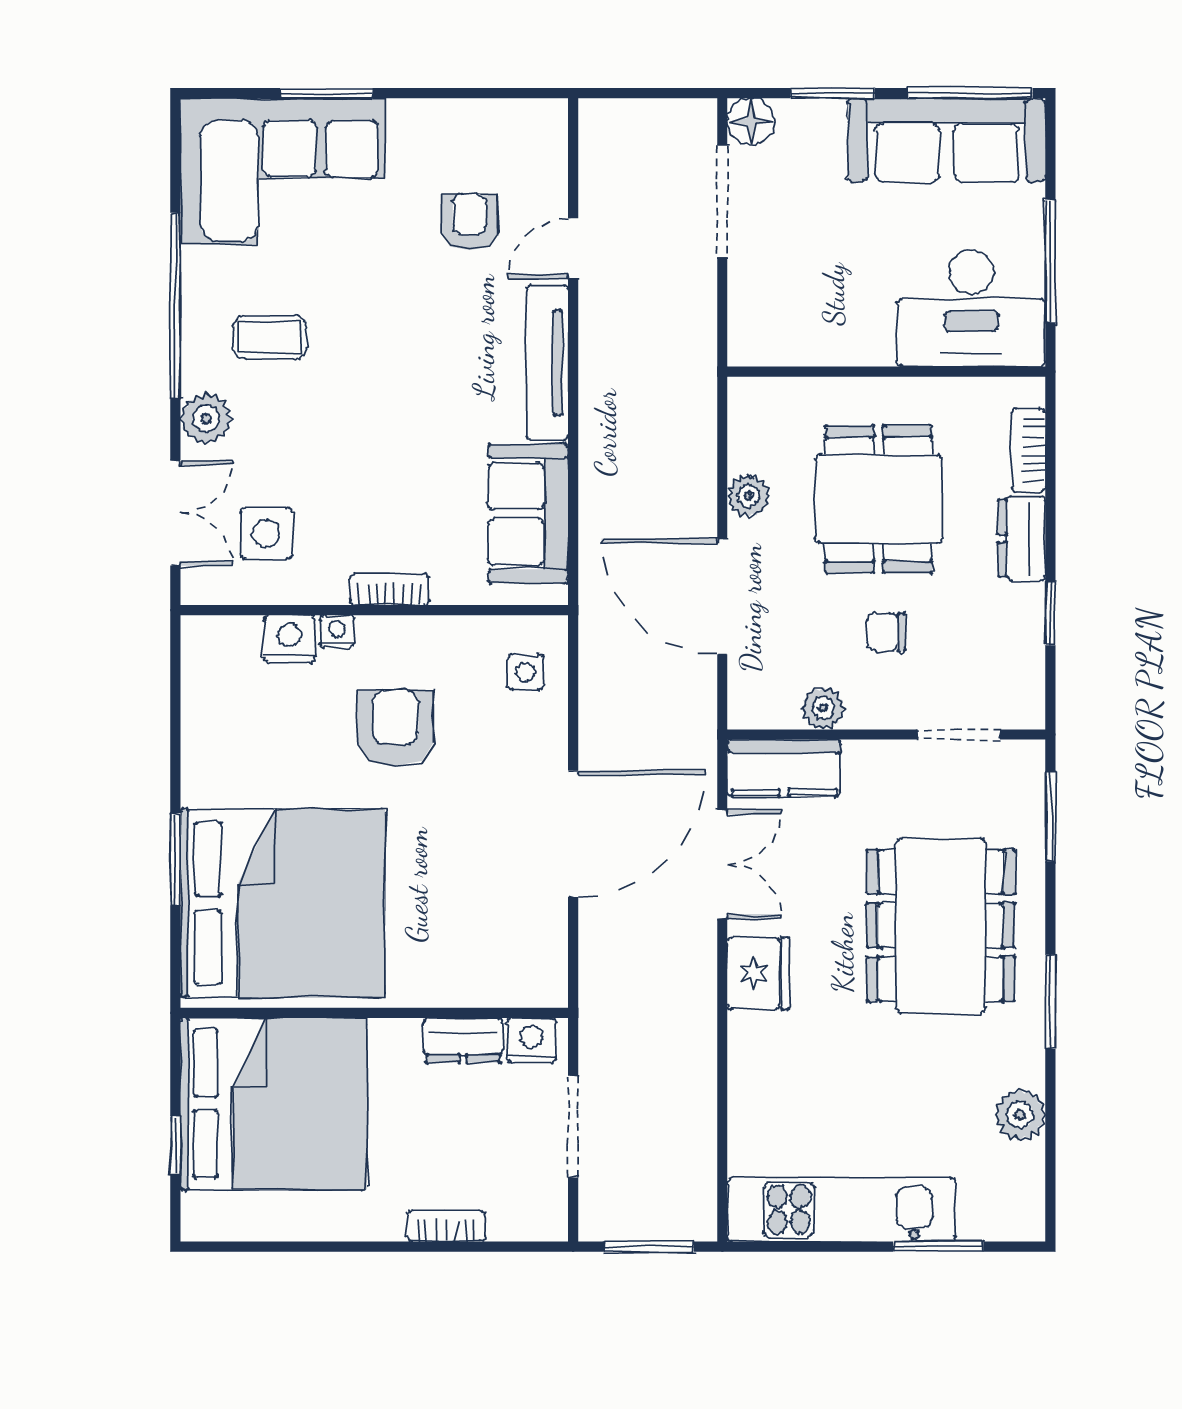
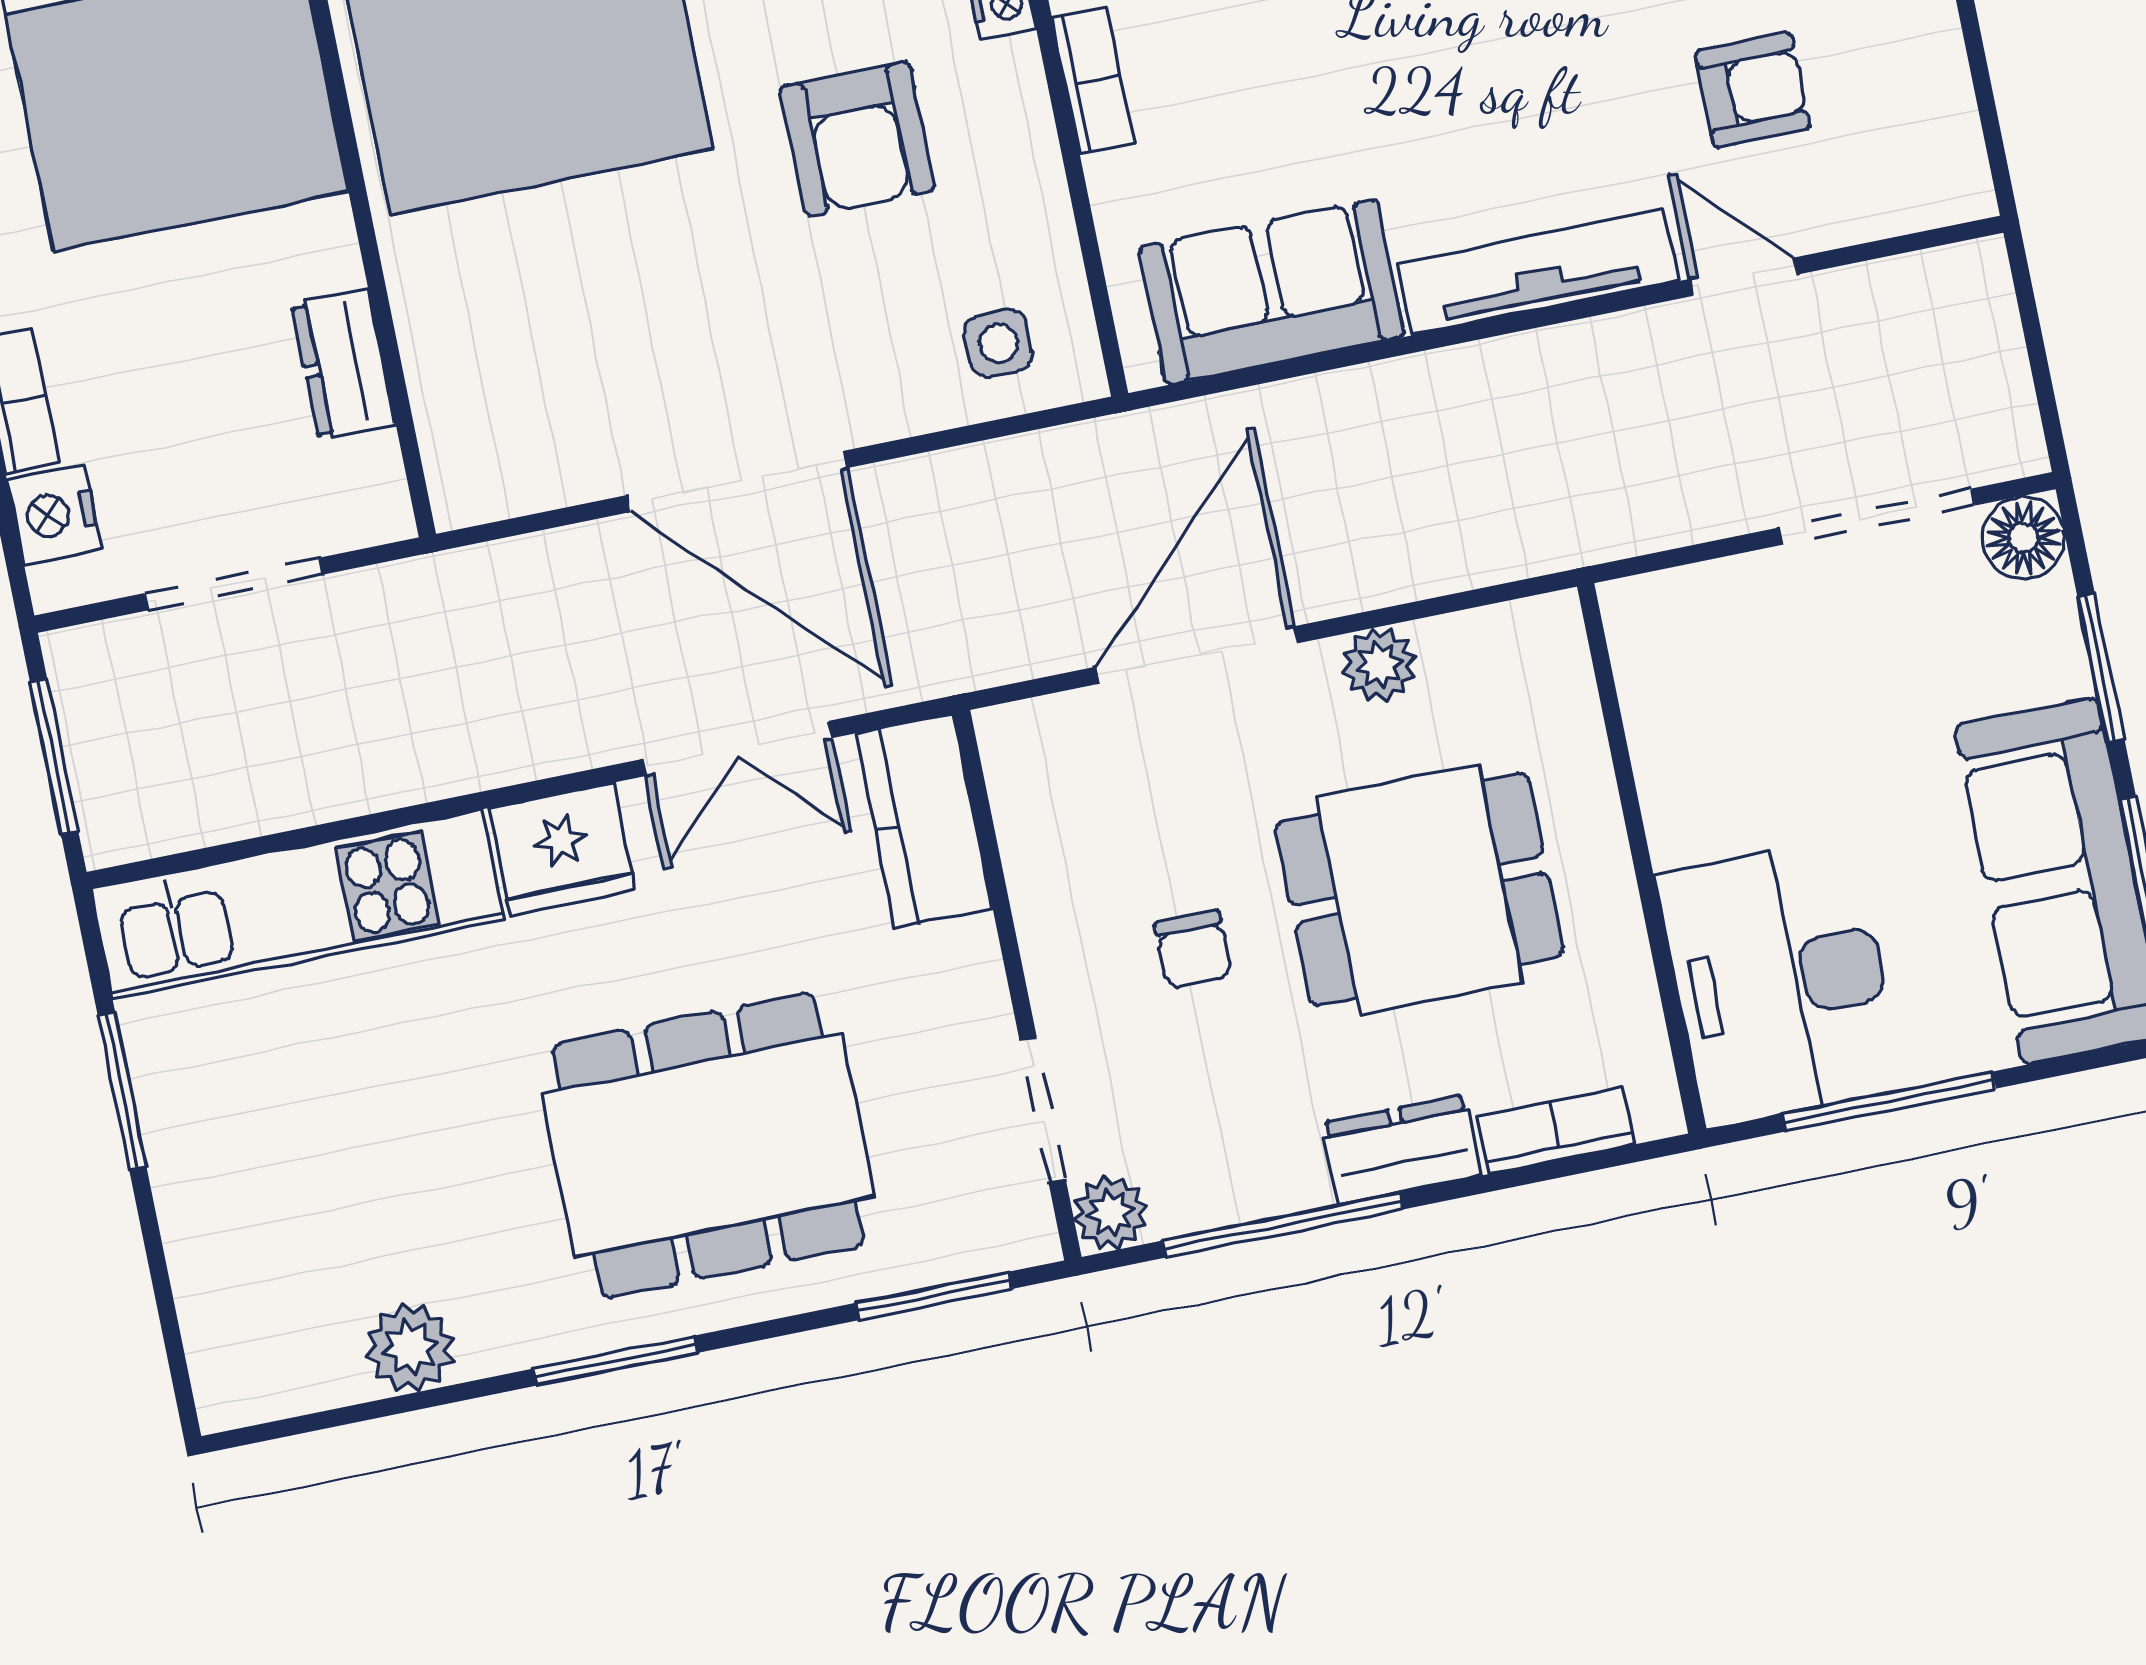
window: (1050, 613) -> (1283, 1225), width x2.17
chair: (886, 632) -> (1193, 949), turned 180
plant: (823, 708) -> (1111, 1213), moved
armchair: (395, 728) -> (857, 139), turned 90
nightstand: (531, 1040) -> (54, 515), moved, turned 180
kitchen unit: (841, 1209) -> (297, 904), moved, turned 90
window: (938, 1247) -> (122, 1091), moved

